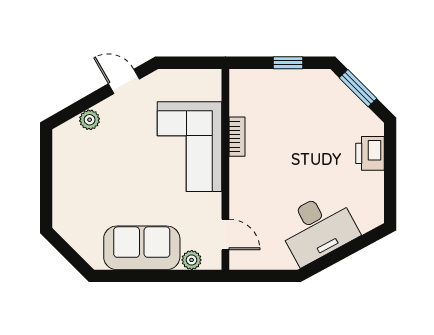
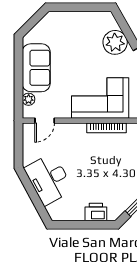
plant: (90, 120) -> (115, 42), width x1.88, depth x1.88
bookcase: (237, 137) -> (107, 128), width x1.56

